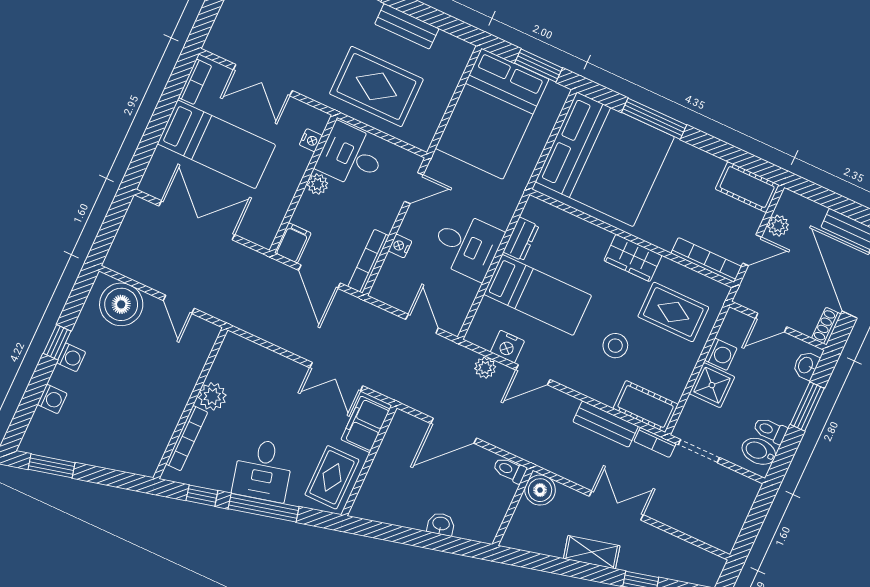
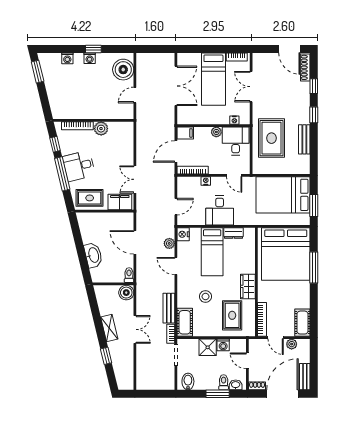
nightstand: (507, 347) -> (183, 234), moved
toilet: (770, 430) -> (224, 382), moved
washbasin: (441, 524) -> (93, 255), width x1.91, depth x1.45

